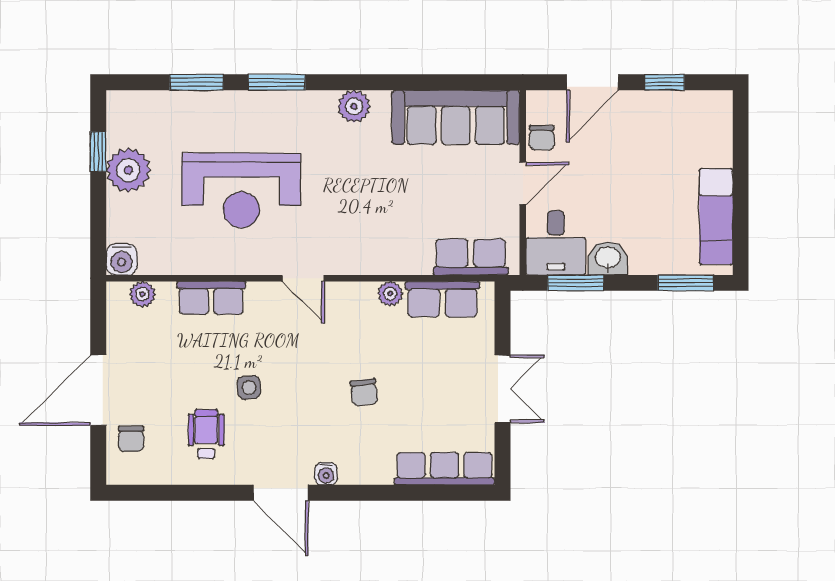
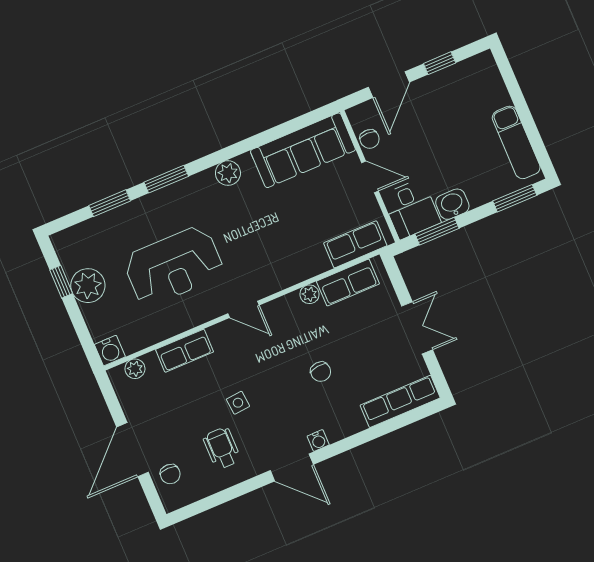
door: (523, 183) -> (370, 177), hinge flipped

